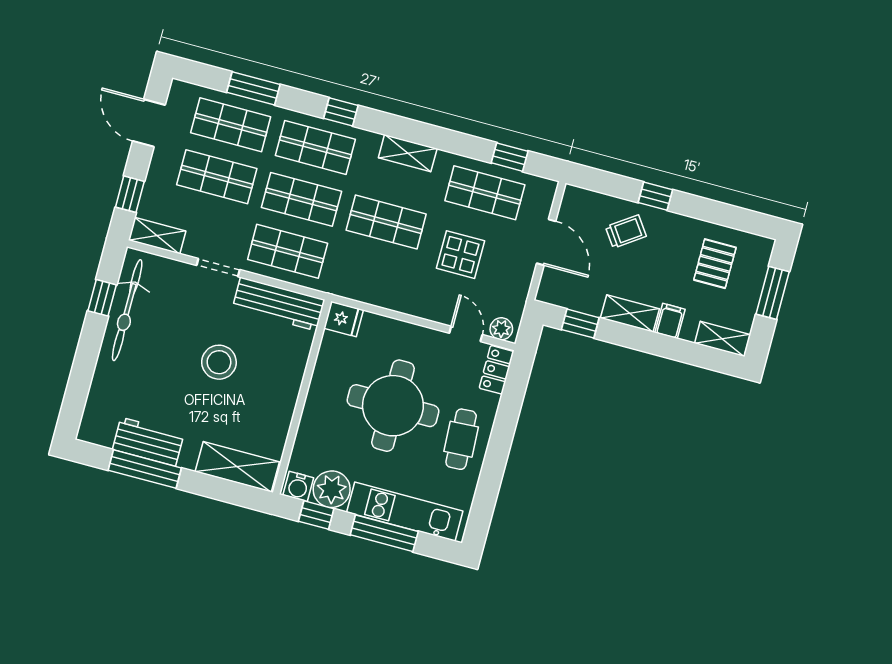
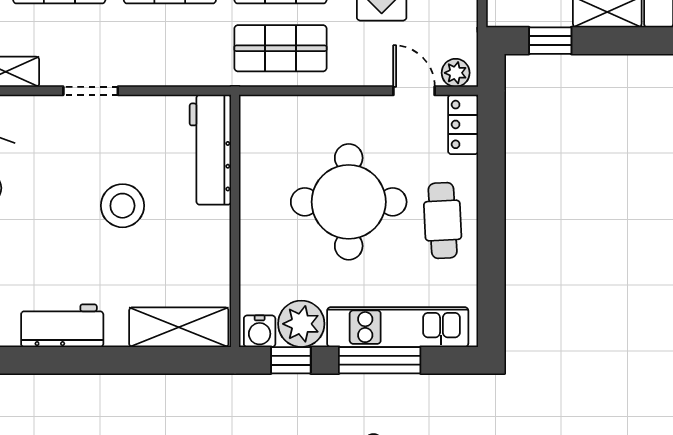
shop shelf: (288, 251) -> (280, 48), moved
workbench: (279, 304) -> (210, 150), moved, turned 90
fridge: (344, 319) -> (260, 112), removed
window: (145, 469) -> (67, 360), removed

